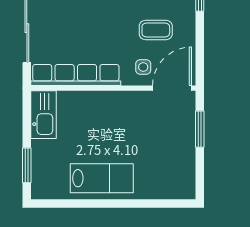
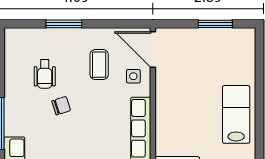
window: (200, 129) -> (215, 24), moved

